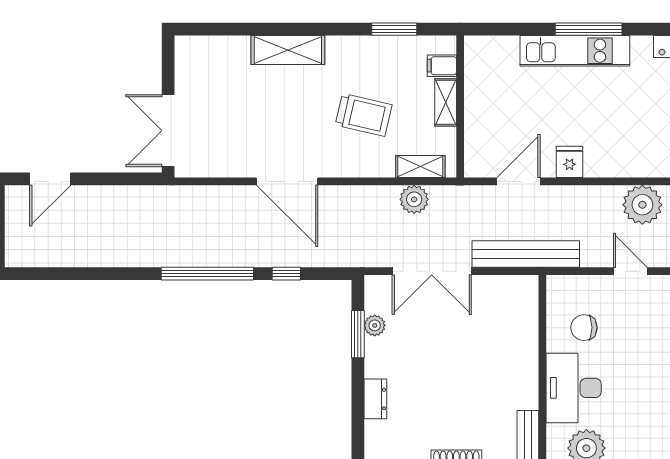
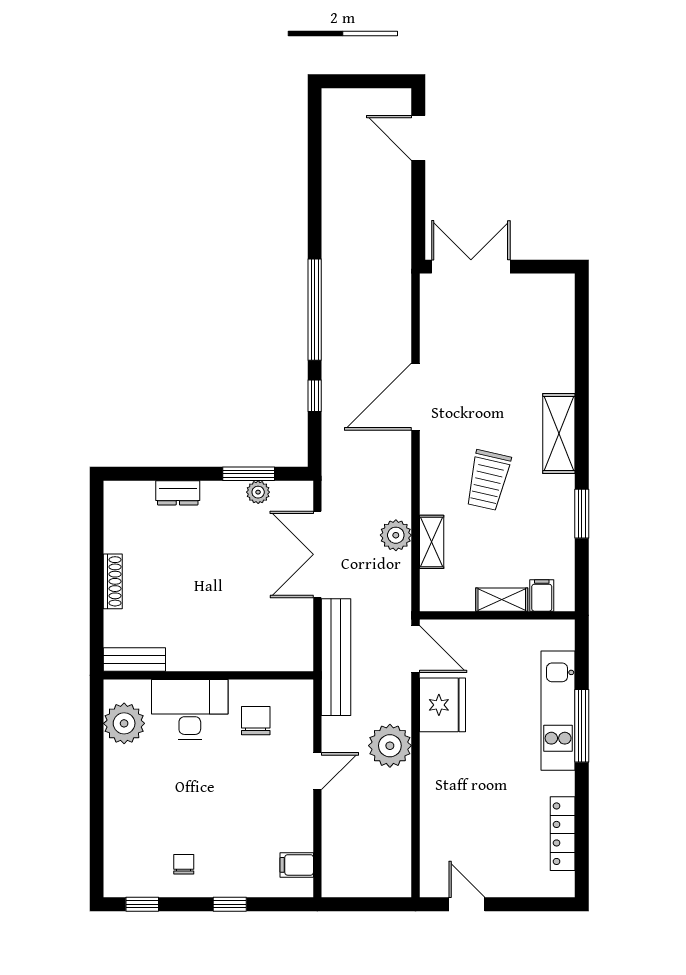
shelving: (288, 50) -> (559, 433), moved
filing cabinet: (442, 66) -> (542, 595), moved
shelving: (446, 102) -> (502, 600), moved
wall: (460, 106) -> (497, 615), moved
fridge: (569, 162) -> (443, 705), width x1.88, depth x1.34
plant: (642, 205) -> (390, 746), moved

